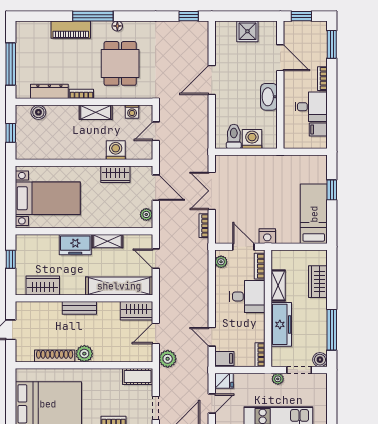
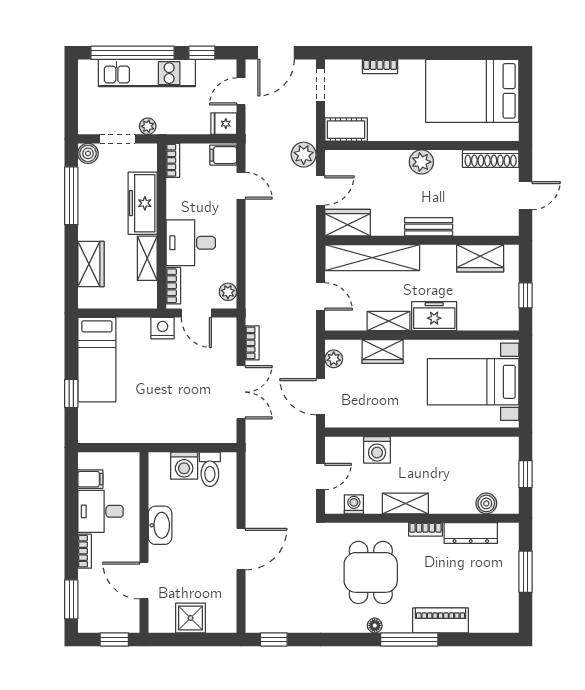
window: (11, 64) -> (526, 572), width x0.69
wardrobe: (115, 174) -> (383, 351), moved, turned 180
shoe rack: (55, 356) -> (491, 159), moved

